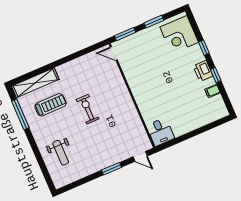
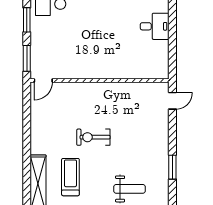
desk: (160, 132) -> (155, 26), moved
window: (112, 169) -> (172, 167), moved

